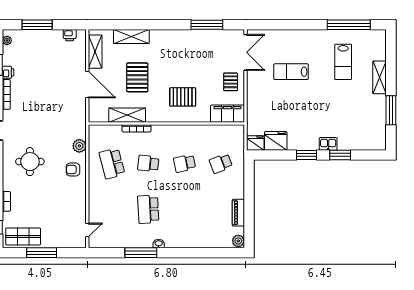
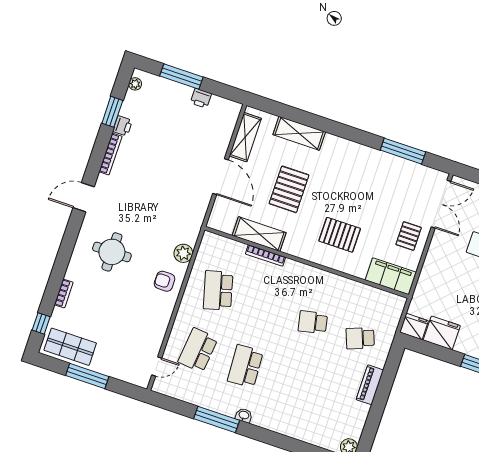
printer: (70, 35) -> (201, 98), moved
school desk: (148, 163) -> (198, 350), moved, width x1.85
piano: (238, 213) -> (370, 385), moved

